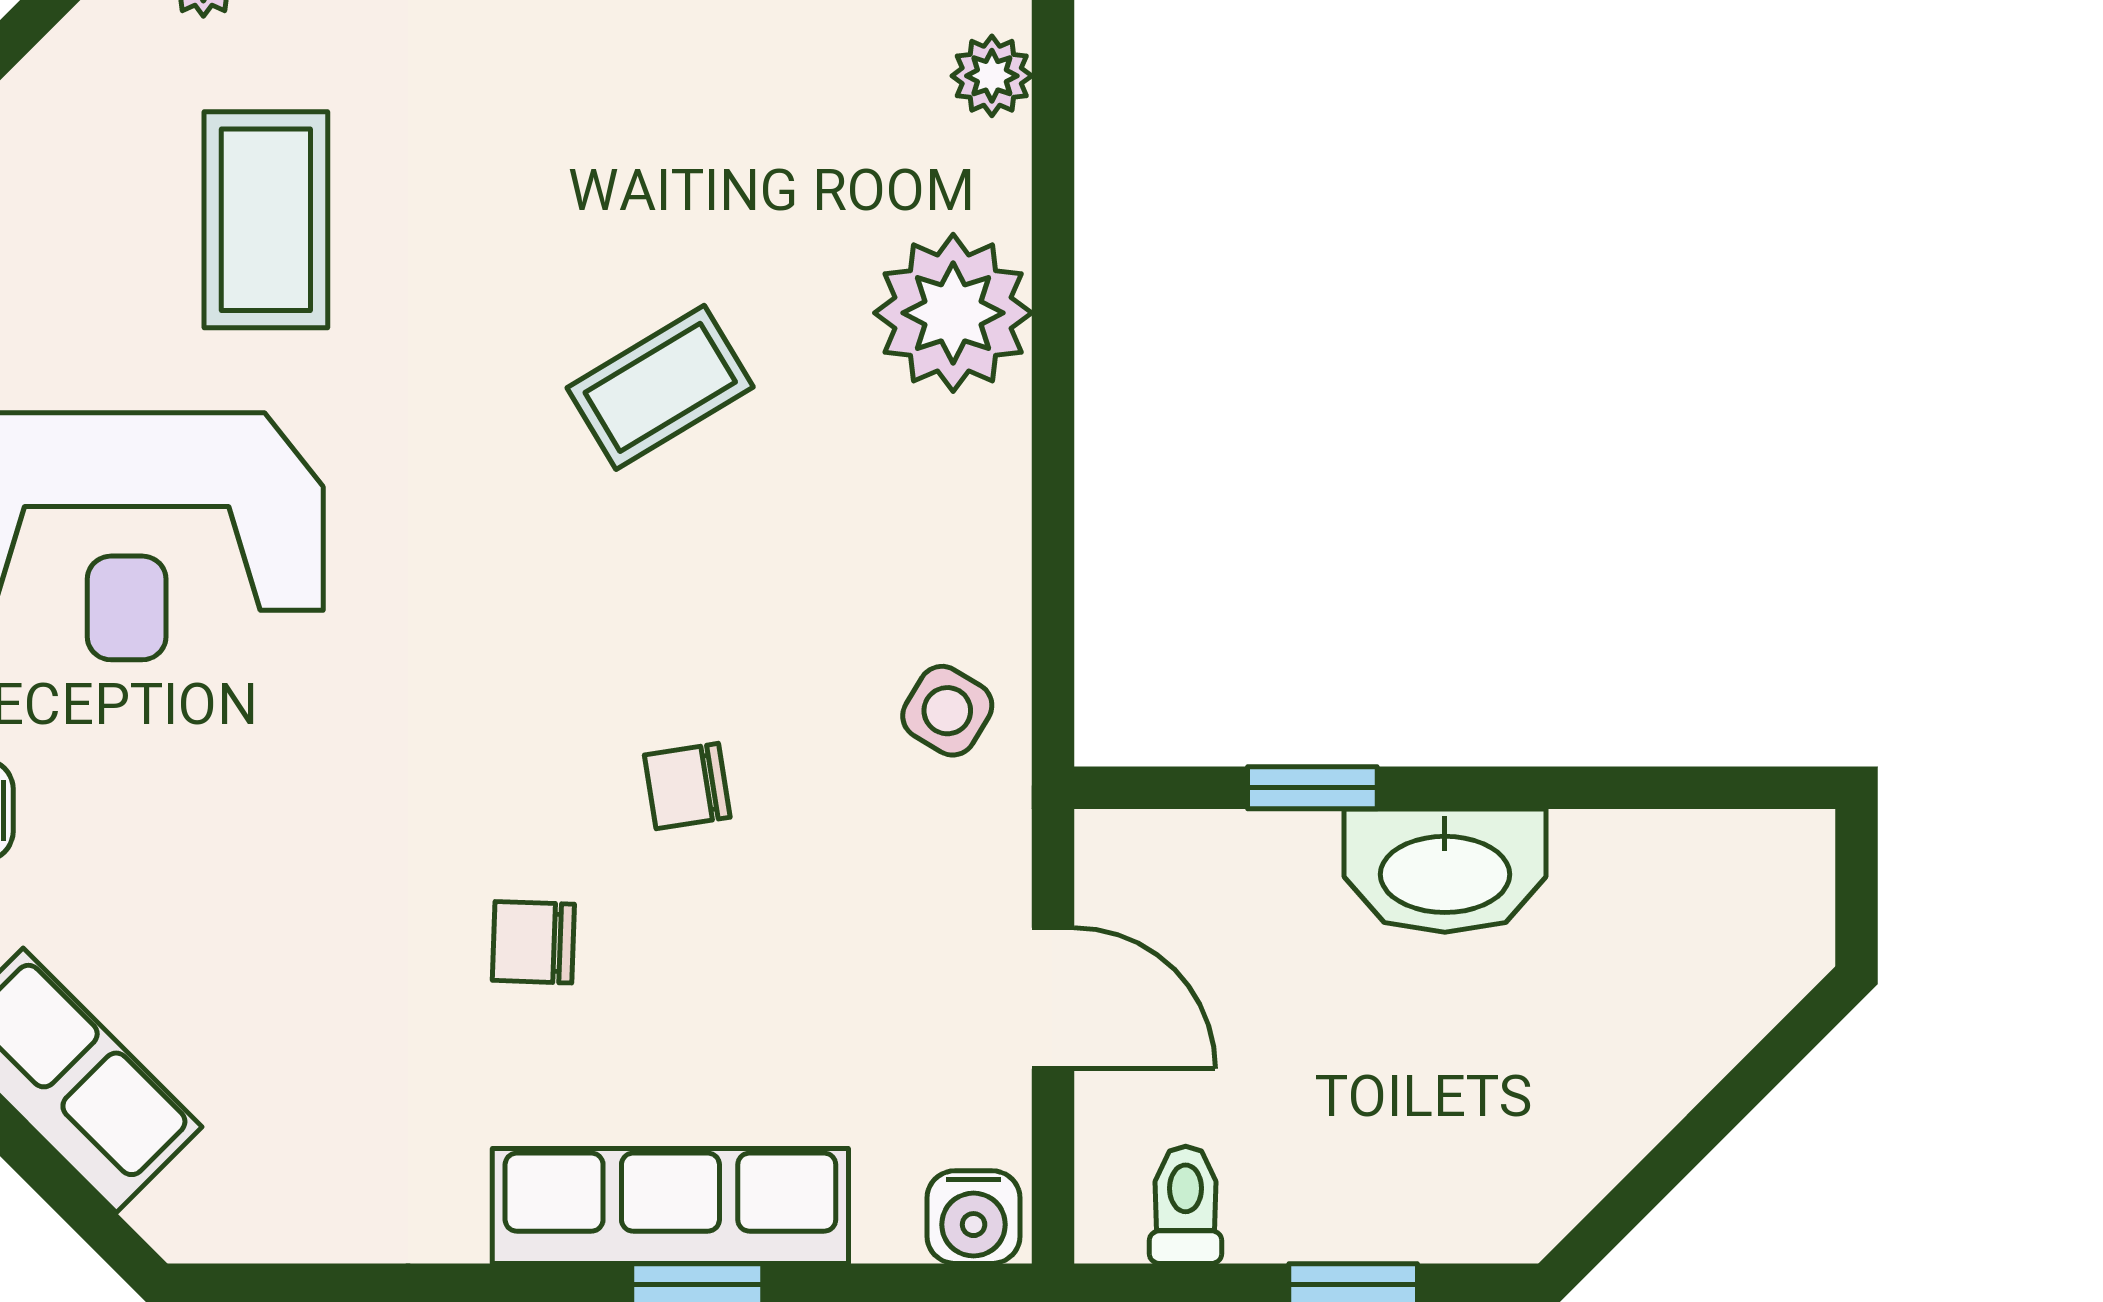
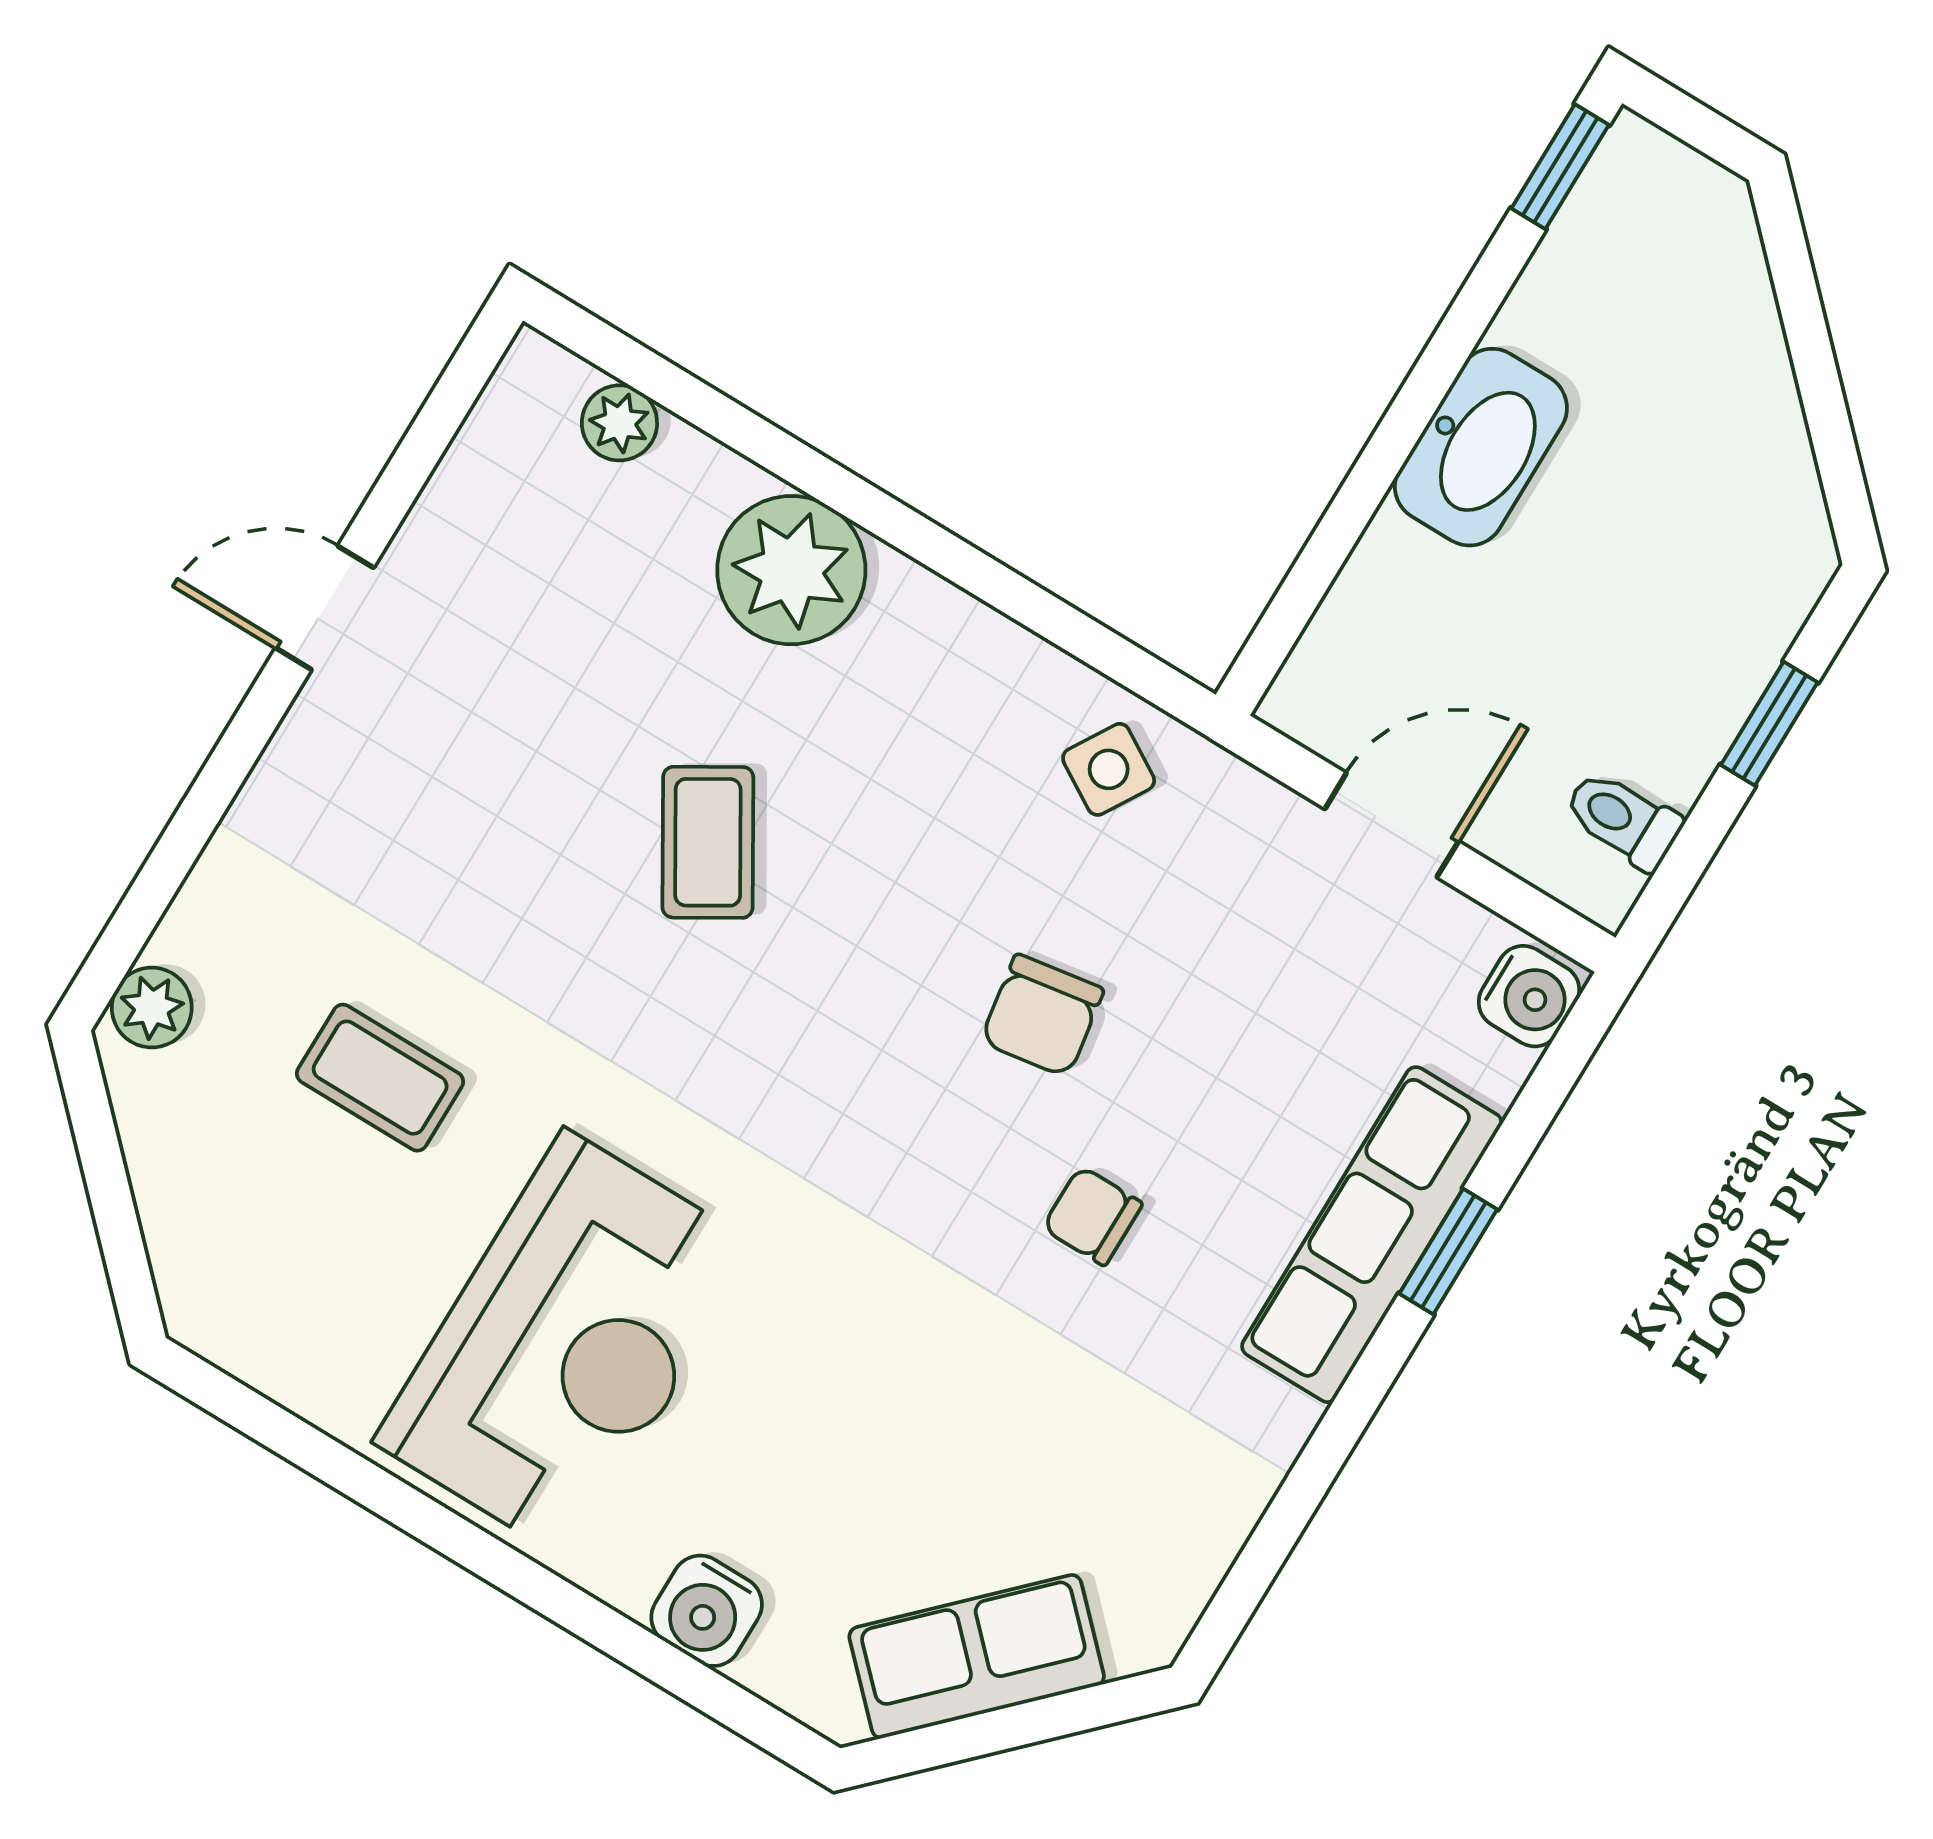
coffee table: (266, 220) -> (380, 1078), width x0.73, depth x0.77
chair: (687, 786) -> (1042, 1016), width x1.37, depth x1.37
window: (1312, 788) -> (1560, 167), moved
chair: (533, 942) -> (1092, 1216), turned 88

